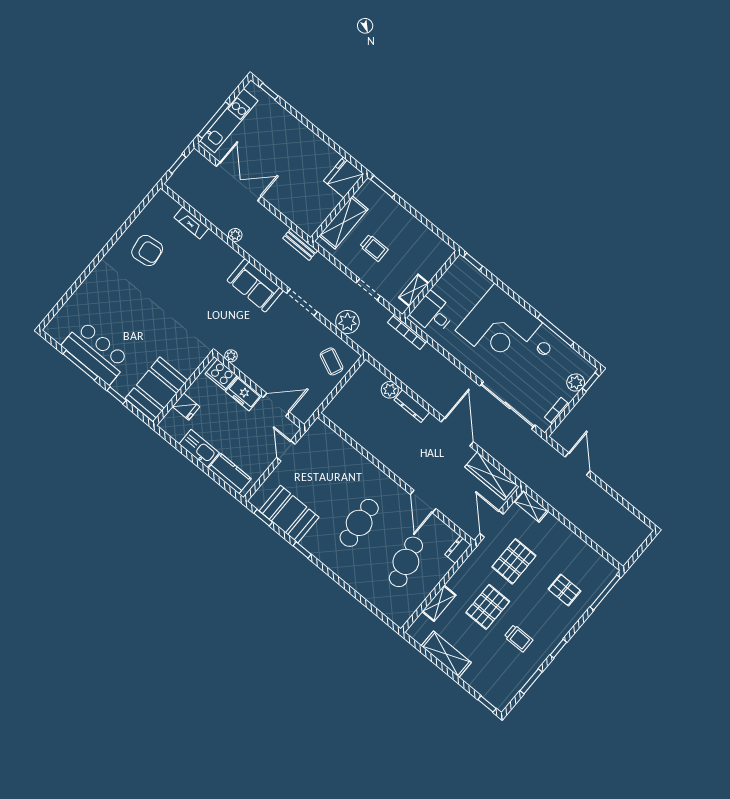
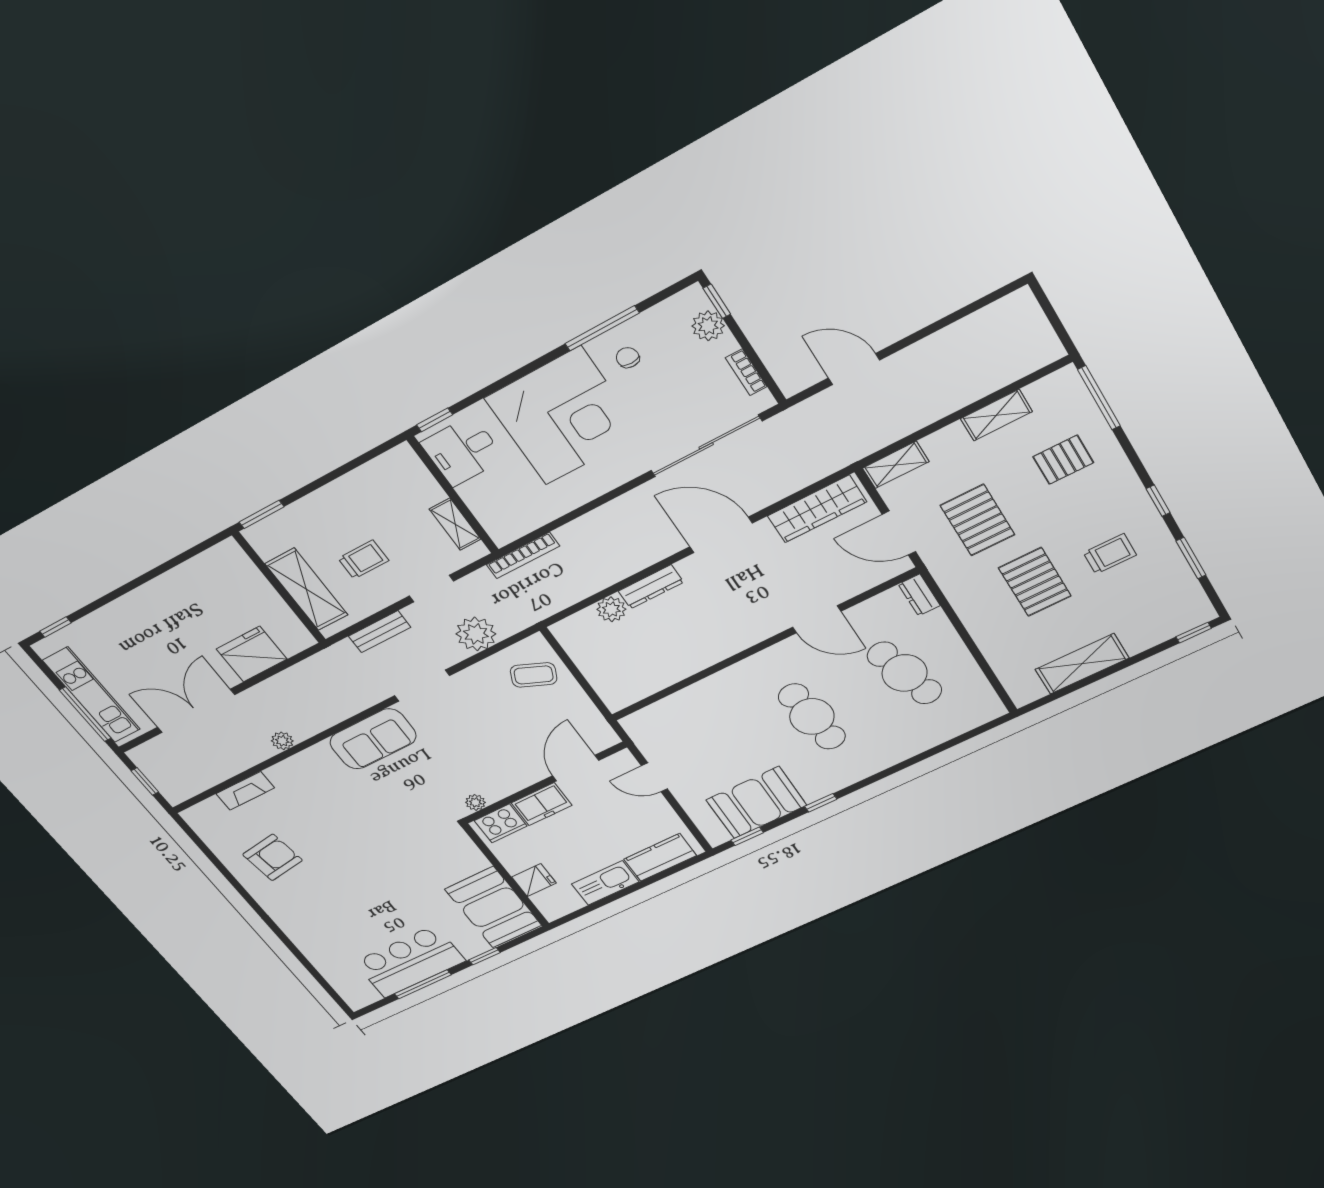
fridge: (344, 177) -> (252, 654), moved, turned 90
bench: (300, 244) -> (380, 632), moved
desk: (433, 313) -> (463, 451), moved
shelving: (439, 603) -> (996, 415), moved, turned 90

